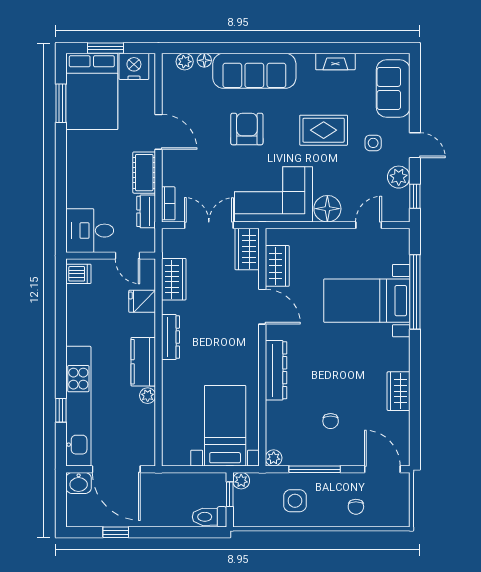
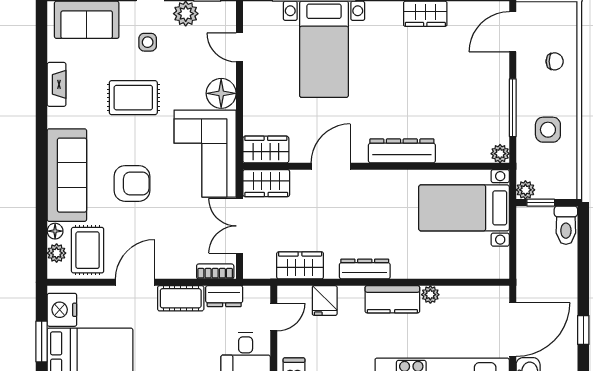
rug: (187, 89) -> (88, 250), added
armchair: (247, 129) -> (132, 183), turned 180
rug: (324, 130) -> (133, 98), turned 90
wardrobe: (277, 266) -> (266, 150), moved
chair: (331, 421) -> (459, 90), removed

